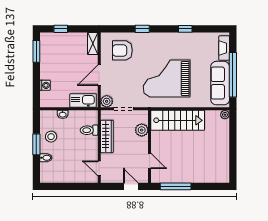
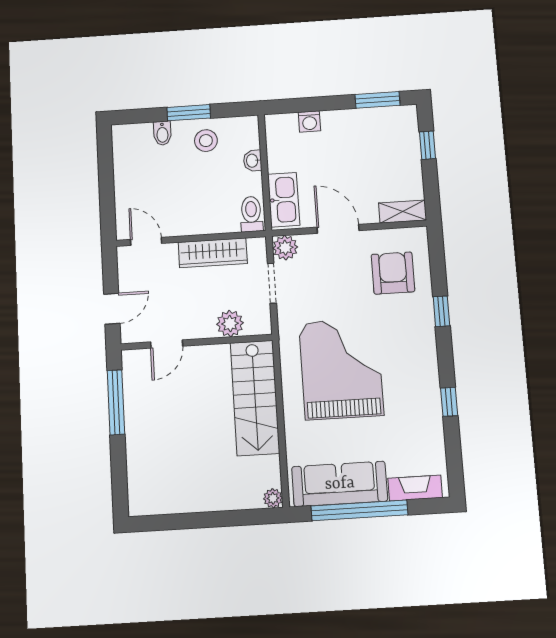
toilet: (89, 130) -> (251, 214), moved
door: (99, 168) -> (146, 241), hinge flipped

